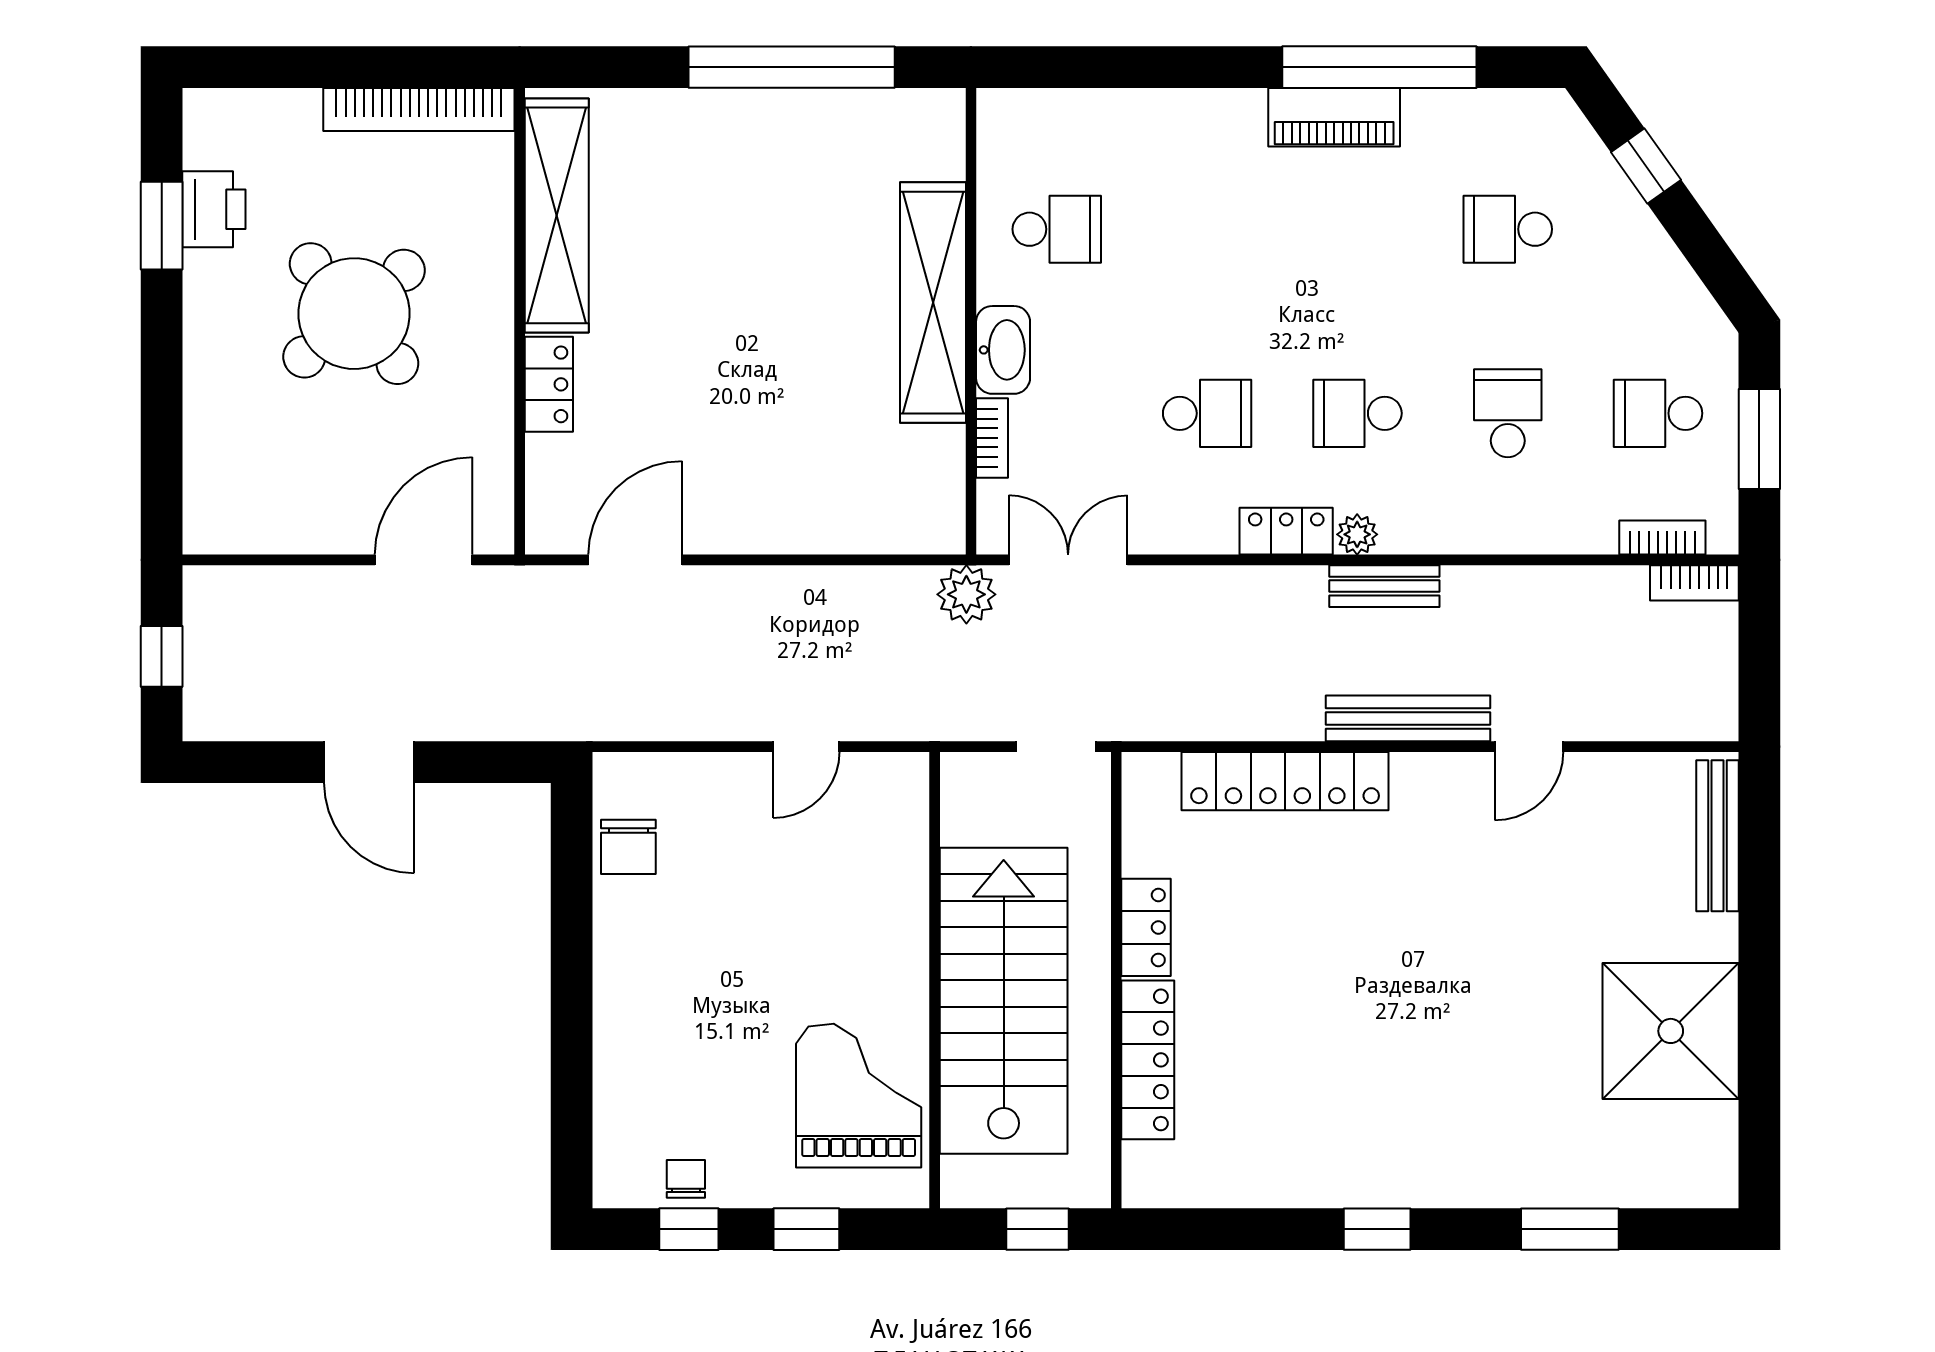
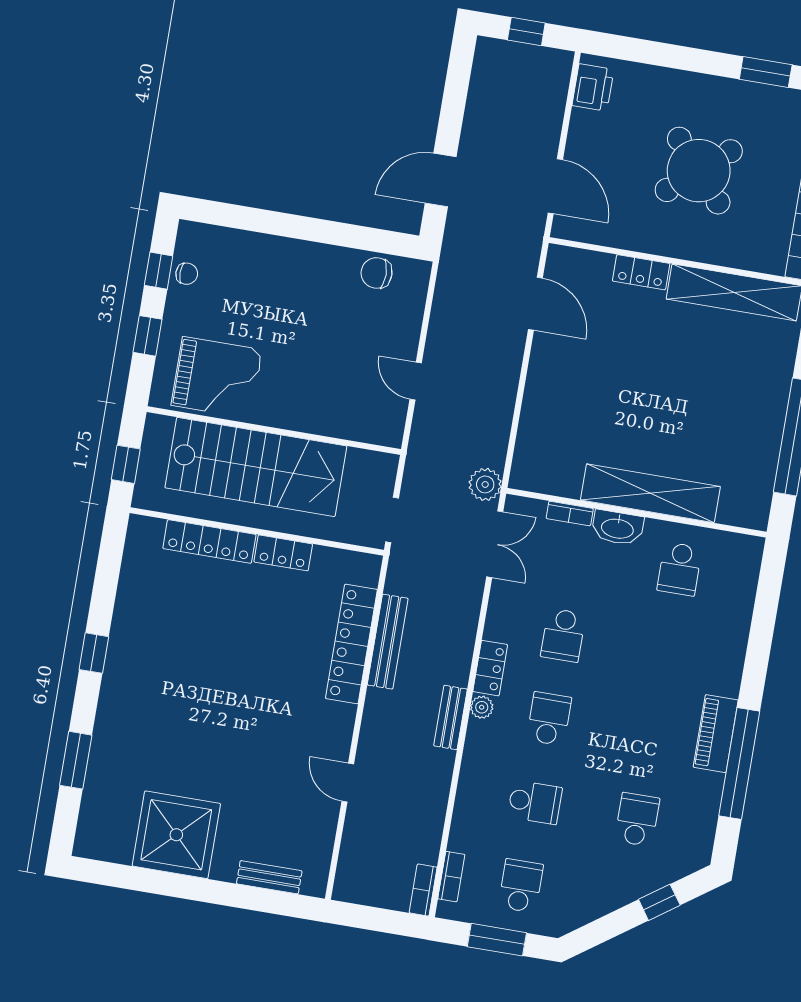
printer: (214, 209) -> (593, 88), moved, turned -90
bench: (1408, 718) -> (388, 642), moved
door: (369, 762) -> (441, 180), moved
bench: (1718, 836) -> (269, 877), width x0.73

